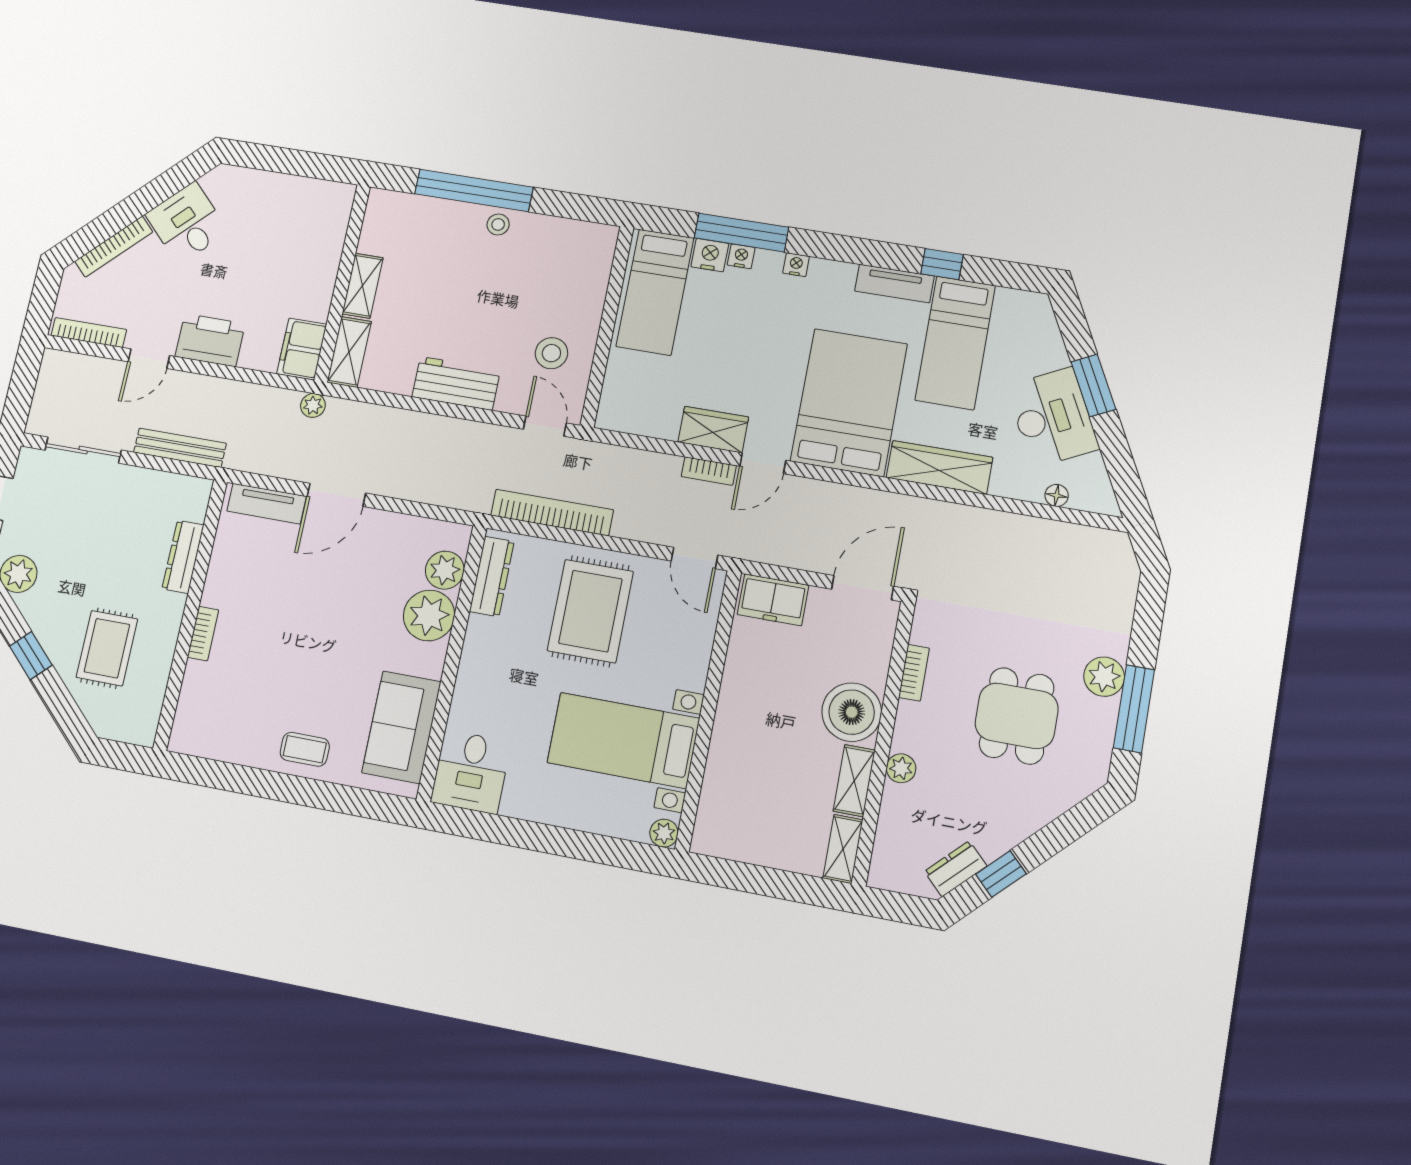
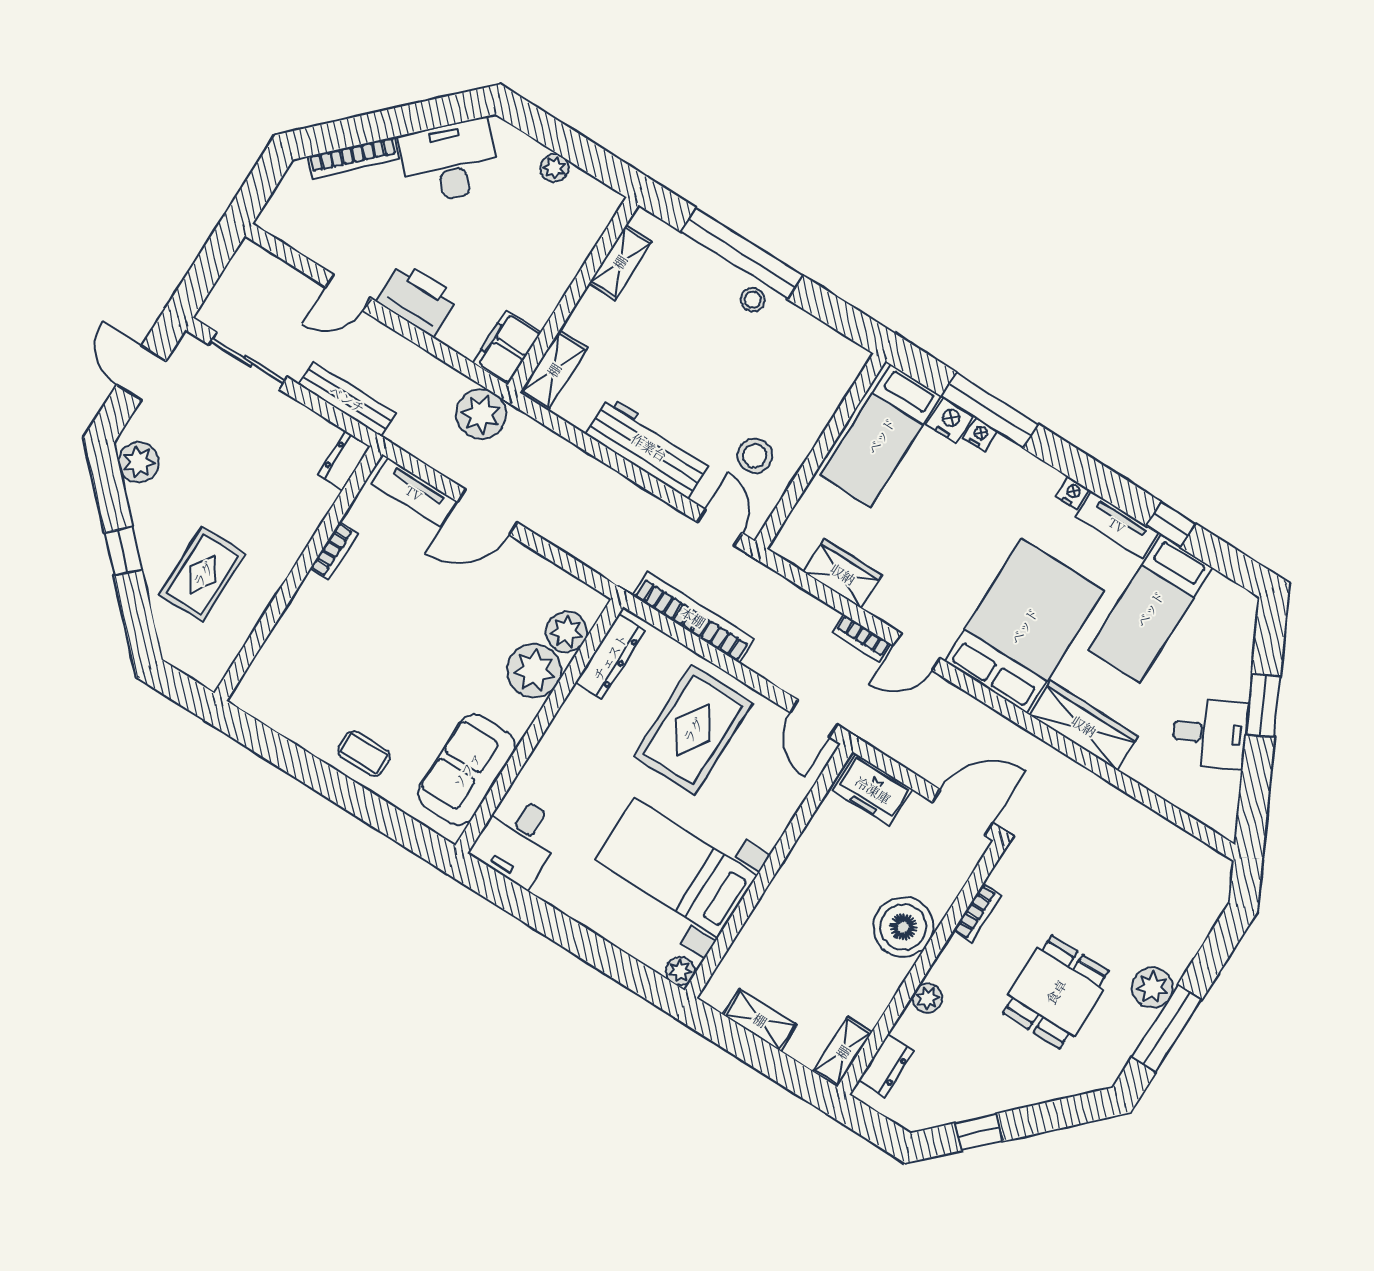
plant: (287, 186) -> (554, 168), added
desk: (187, 223) -> (450, 161), width x1.37
nightstand: (796, 265) -> (1073, 493), moved
shelving: (363, 286) -> (620, 262), moved
bookcase: (89, 333) -> (296, 239), removed
workbench: (456, 383) -> (649, 447), width x1.38
plant: (313, 405) -> (481, 414), width x1.88, depth x1.88
desk: (1052, 417) -> (1210, 733), width x0.73
wardrobe: (713, 430) -> (843, 574), moved
floor lamp: (1057, 495) -> (1182, 798), removed
dresser: (183, 557) -> (344, 461), moved, width x0.70
bookcase: (203, 634) -> (334, 551), moved
shelving: (854, 781) -> (760, 1020), moved, turned 90
dresser: (956, 869) -> (886, 1065), moved, turned 135

